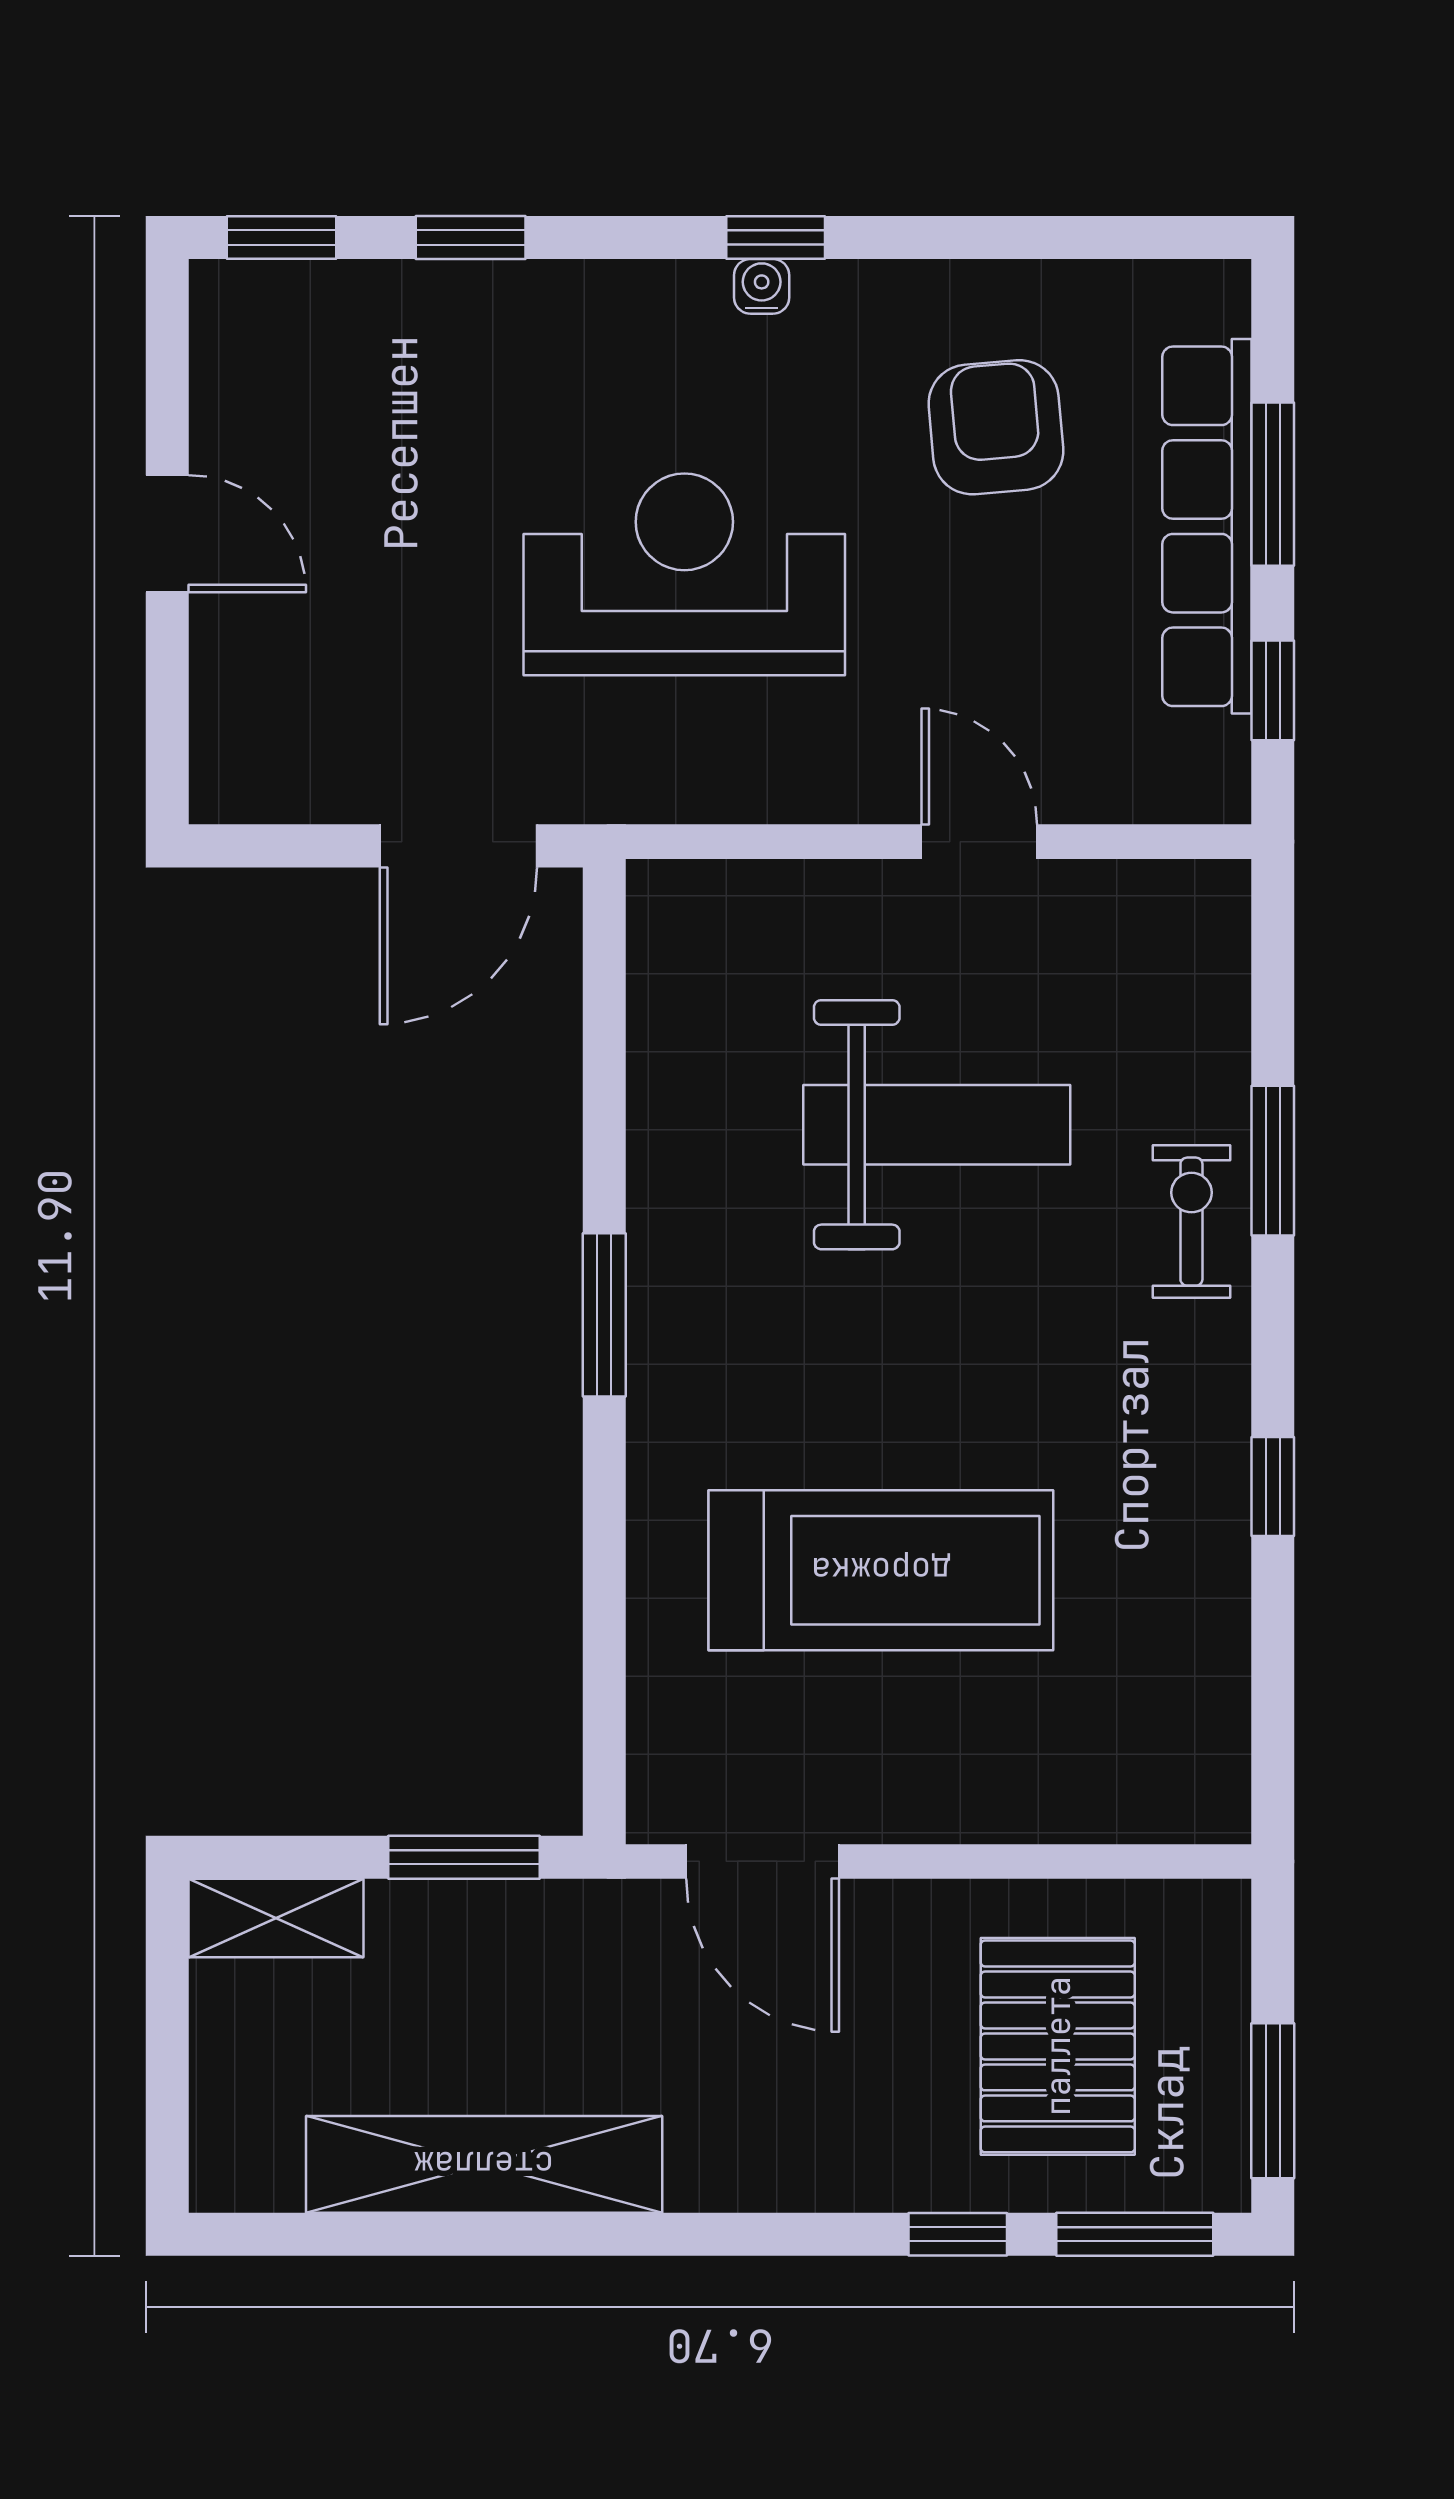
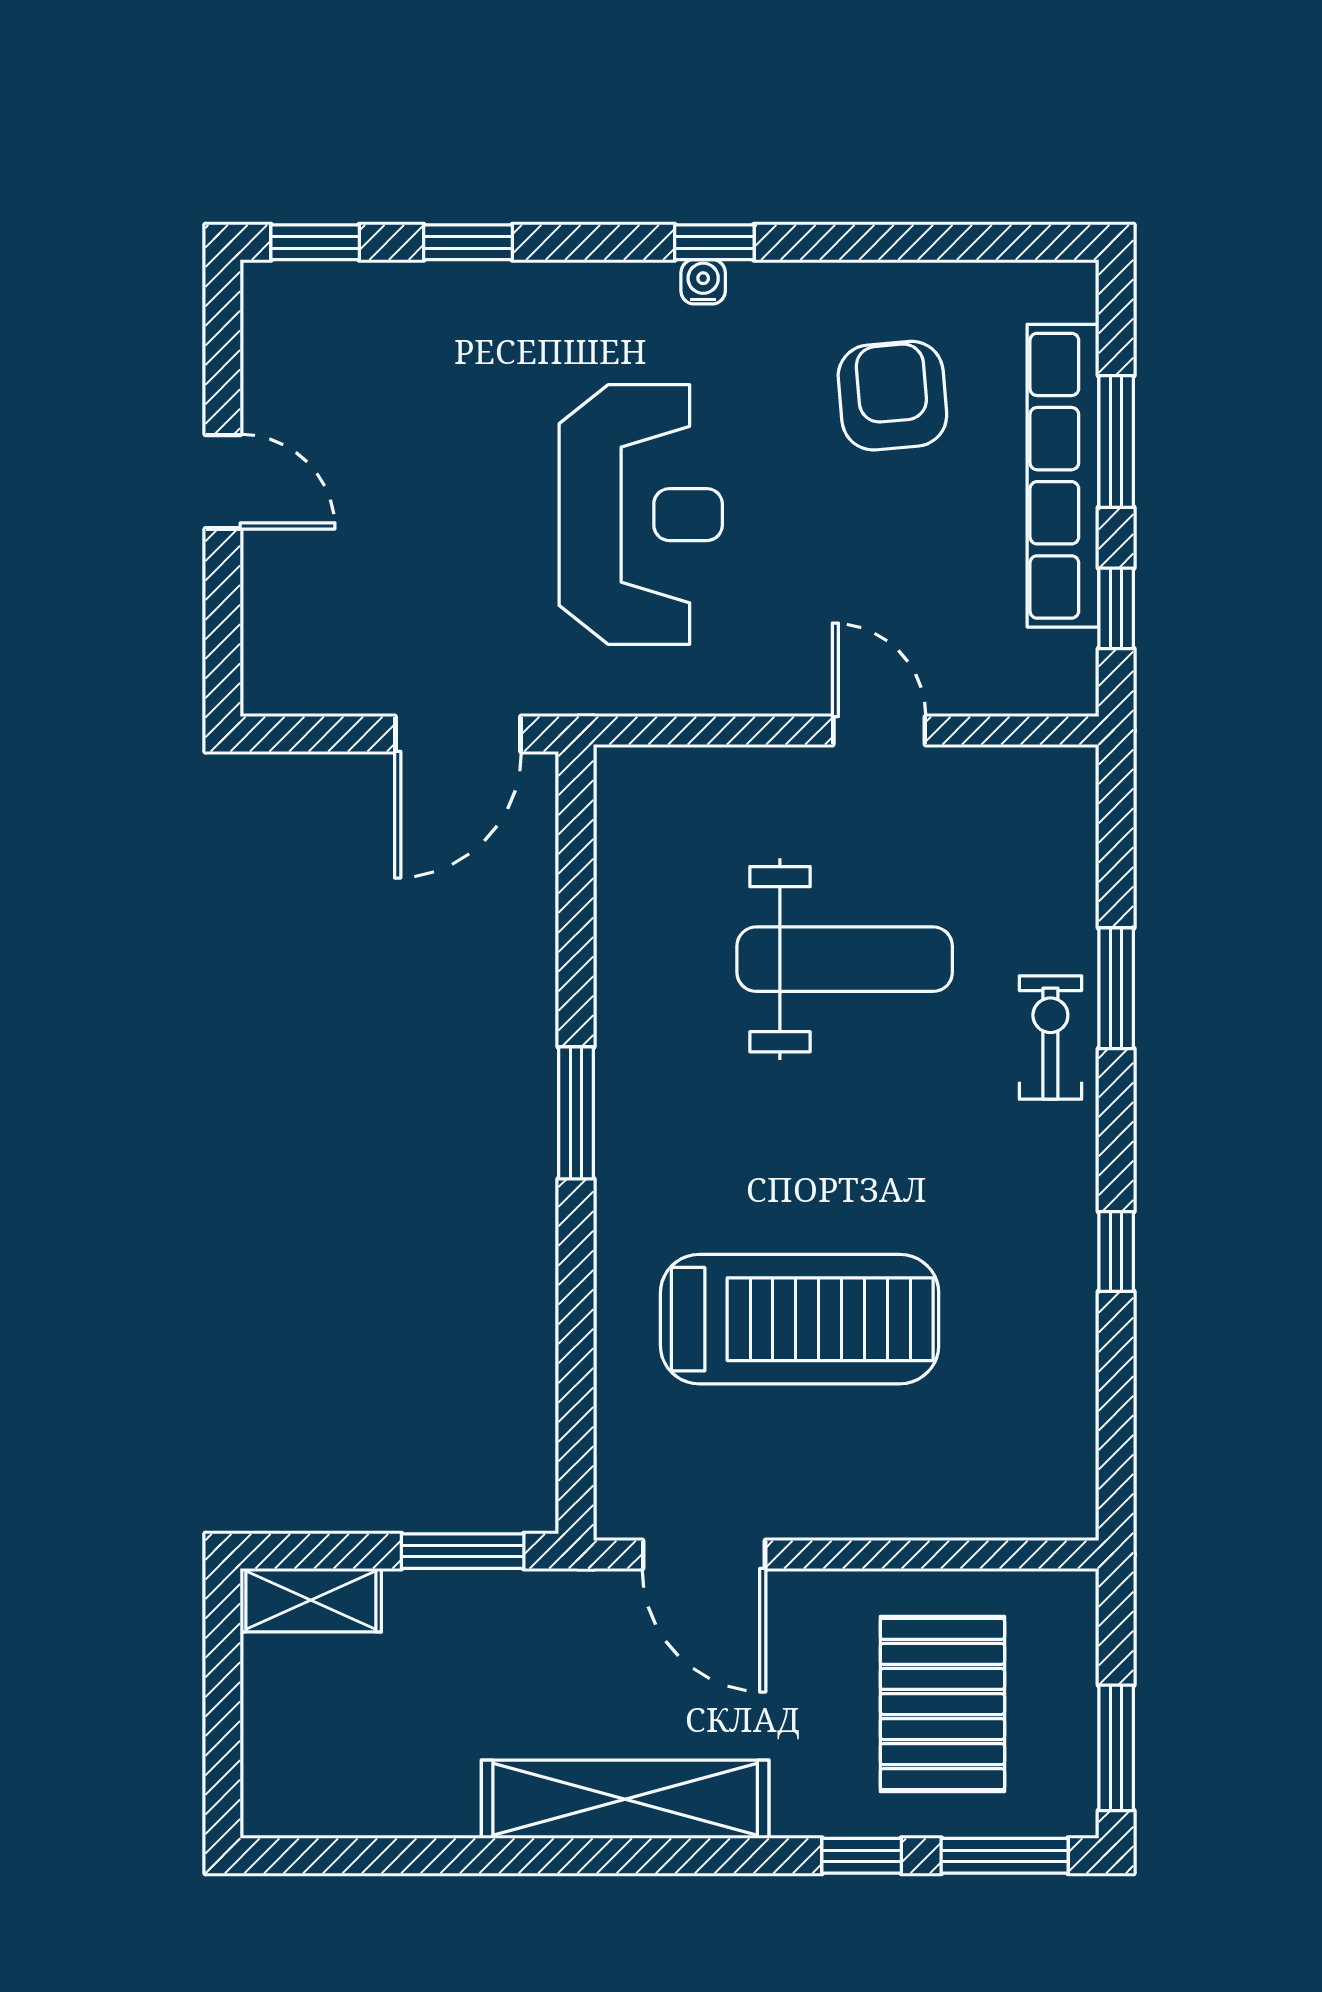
reception desk: (684, 574) -> (641, 515), turned 90
shelving: (484, 2164) -> (625, 1799), moved

